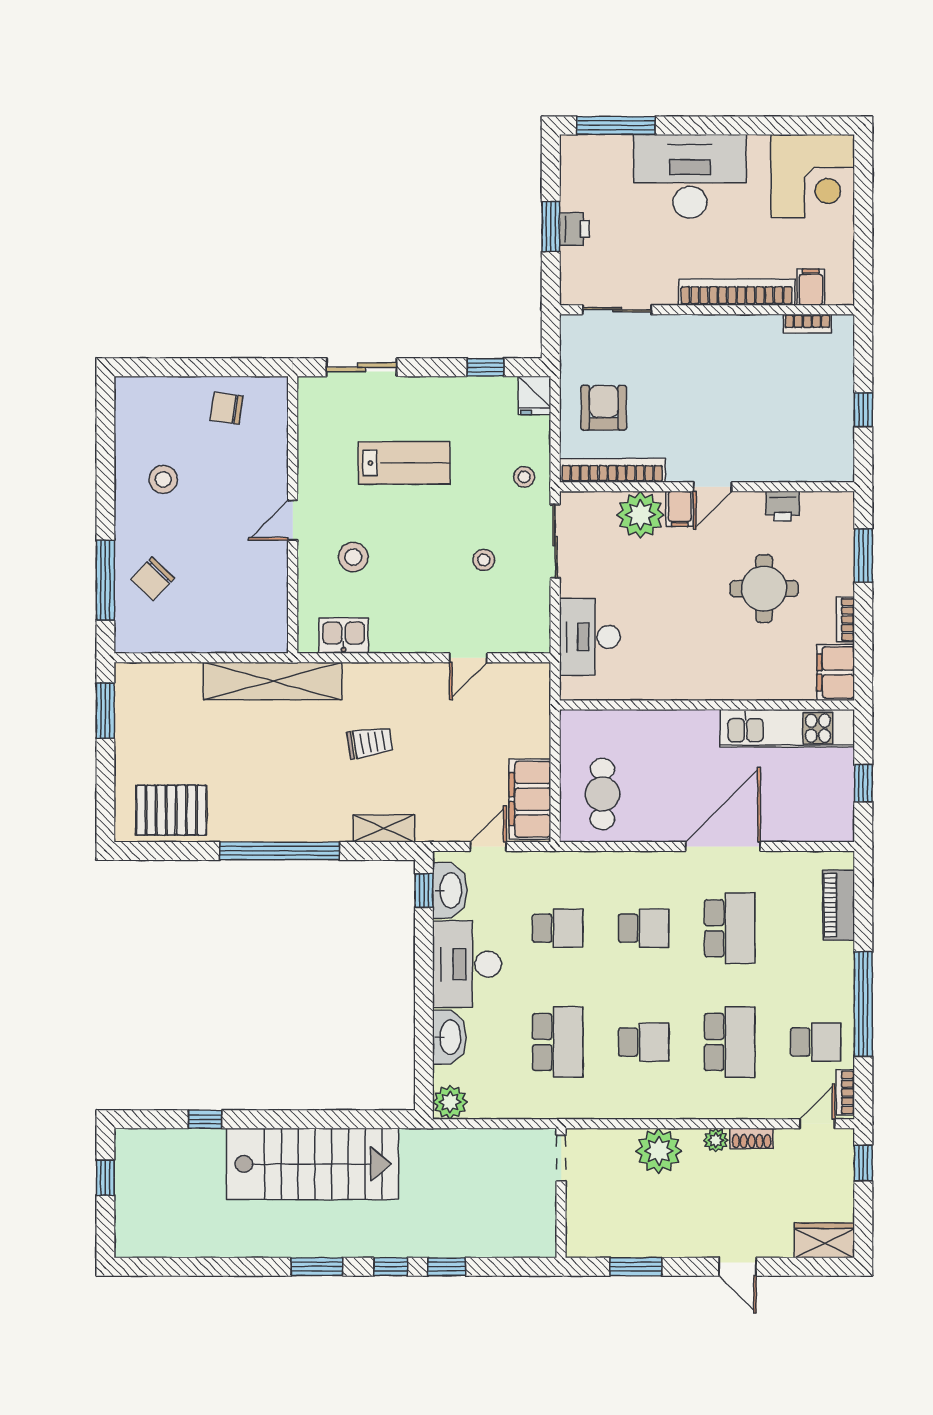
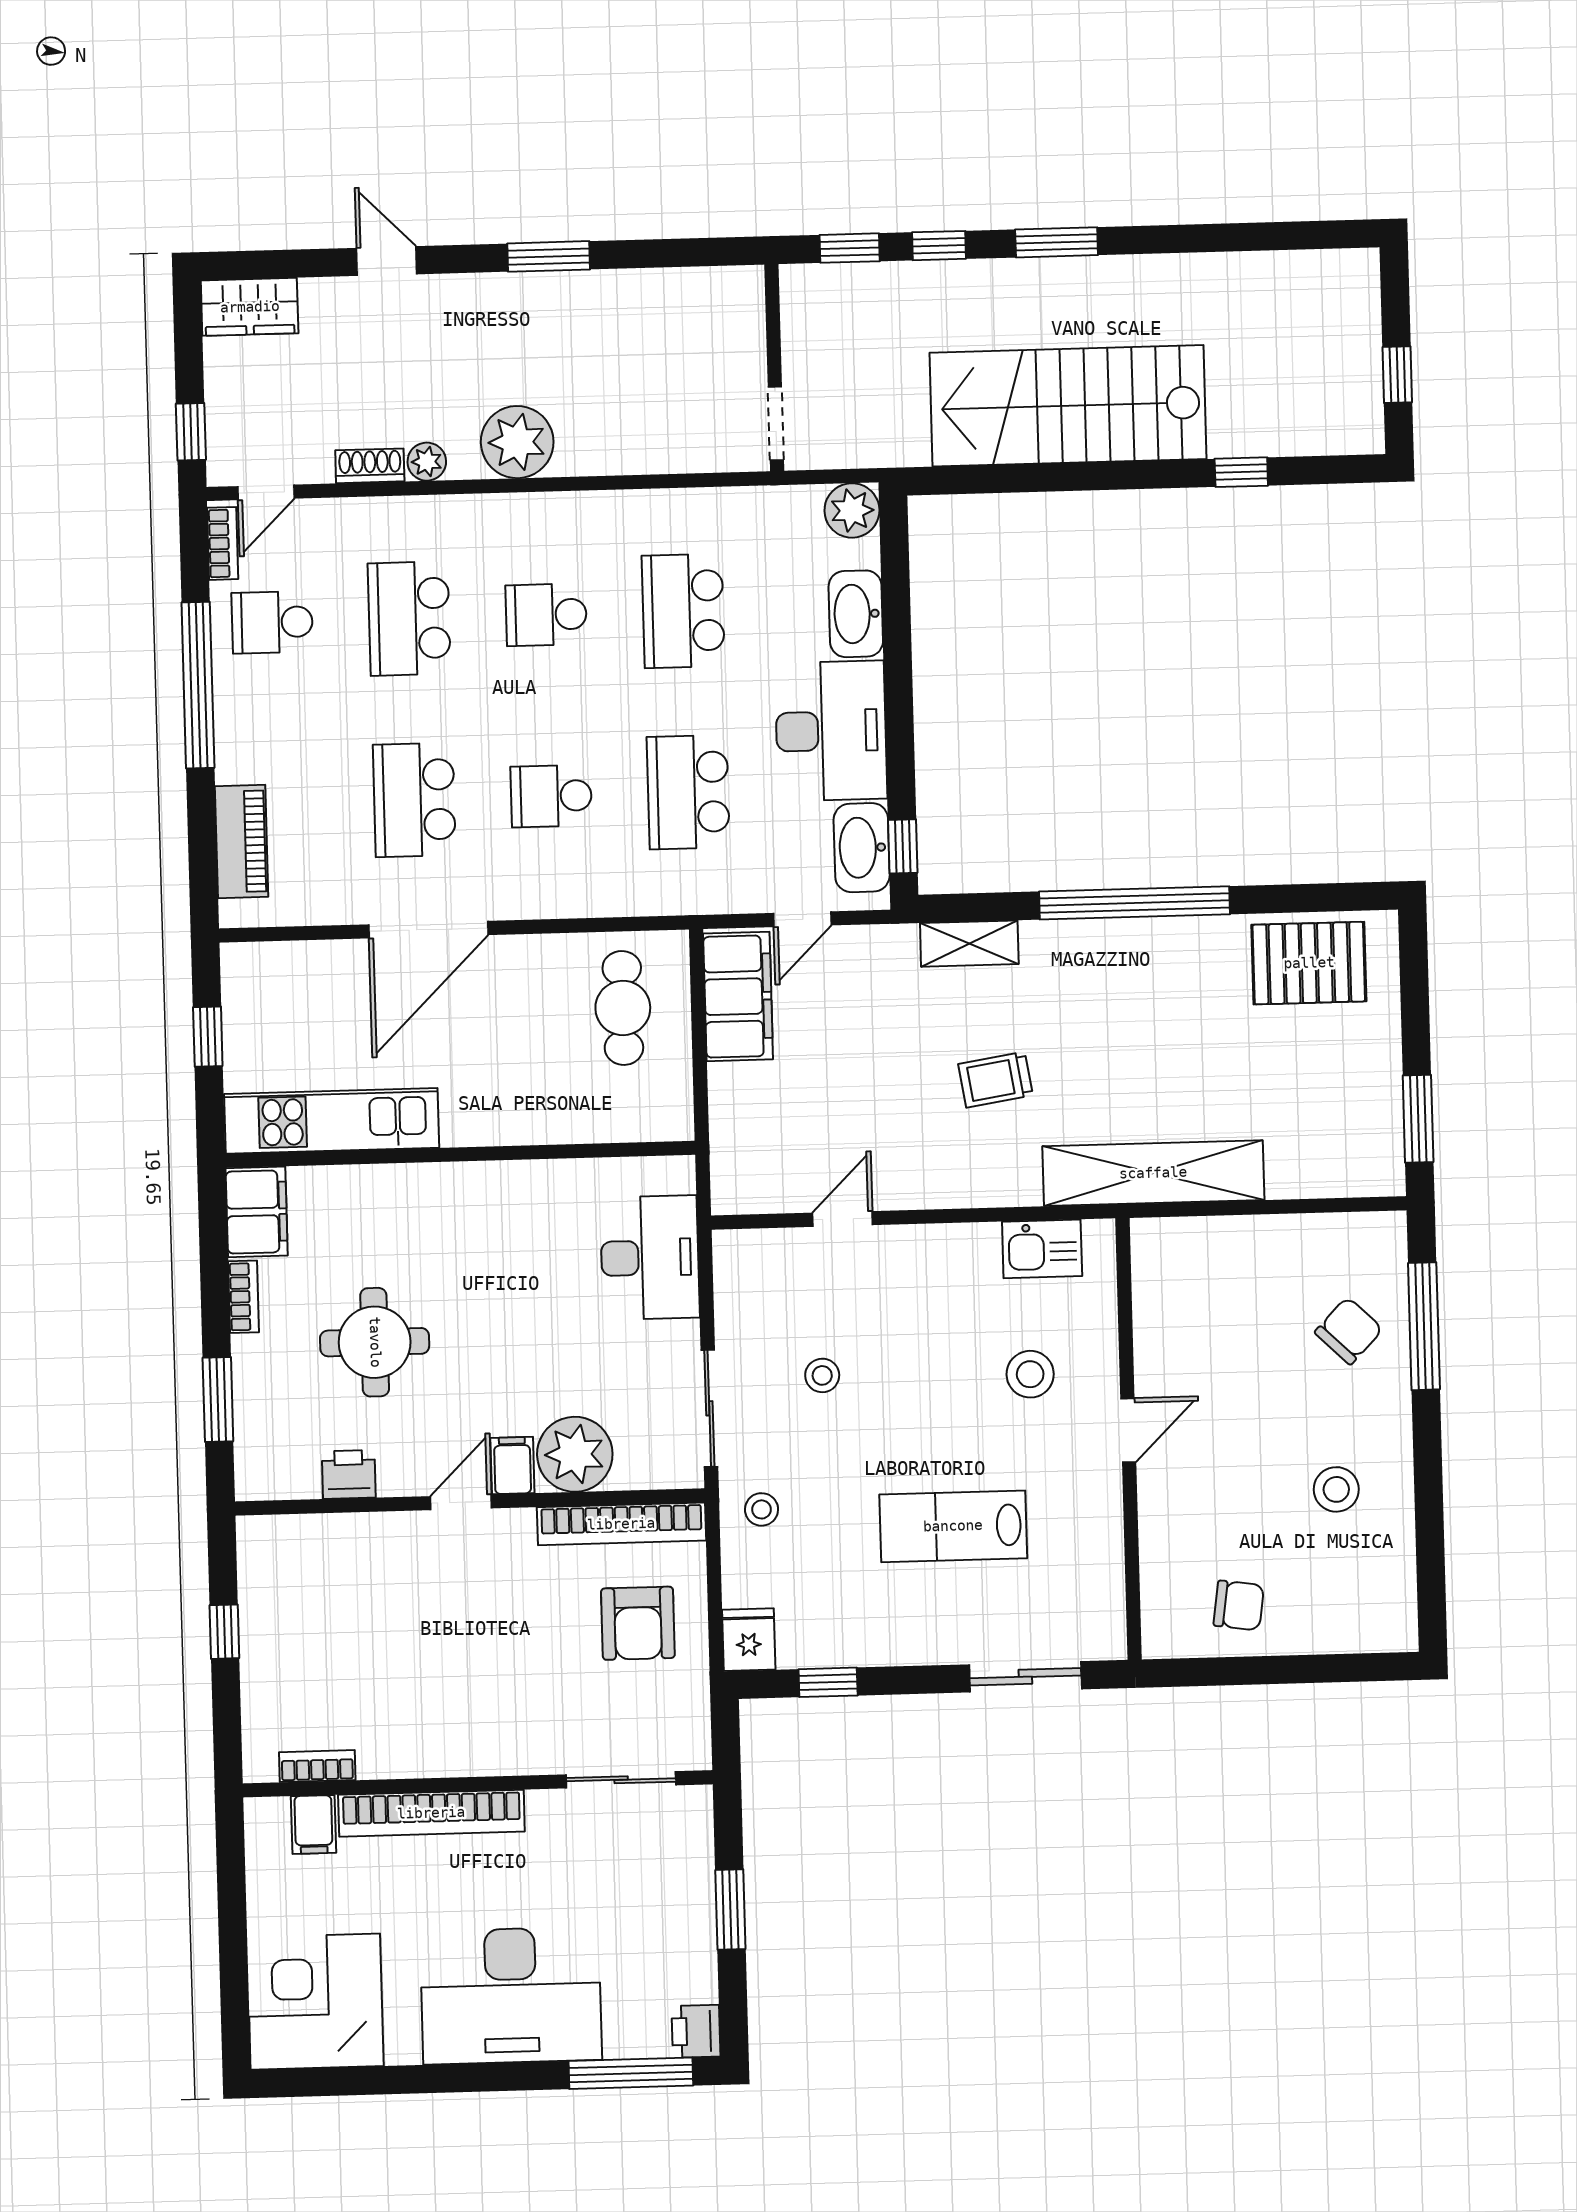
printer: (574, 229) -> (696, 2031), moved
school desk: (558, 928) -> (688, 792), width x1.85
doorway: (561, 1158) -> (776, 423), moved
wall: (561, 1193) -> (774, 368), moved

